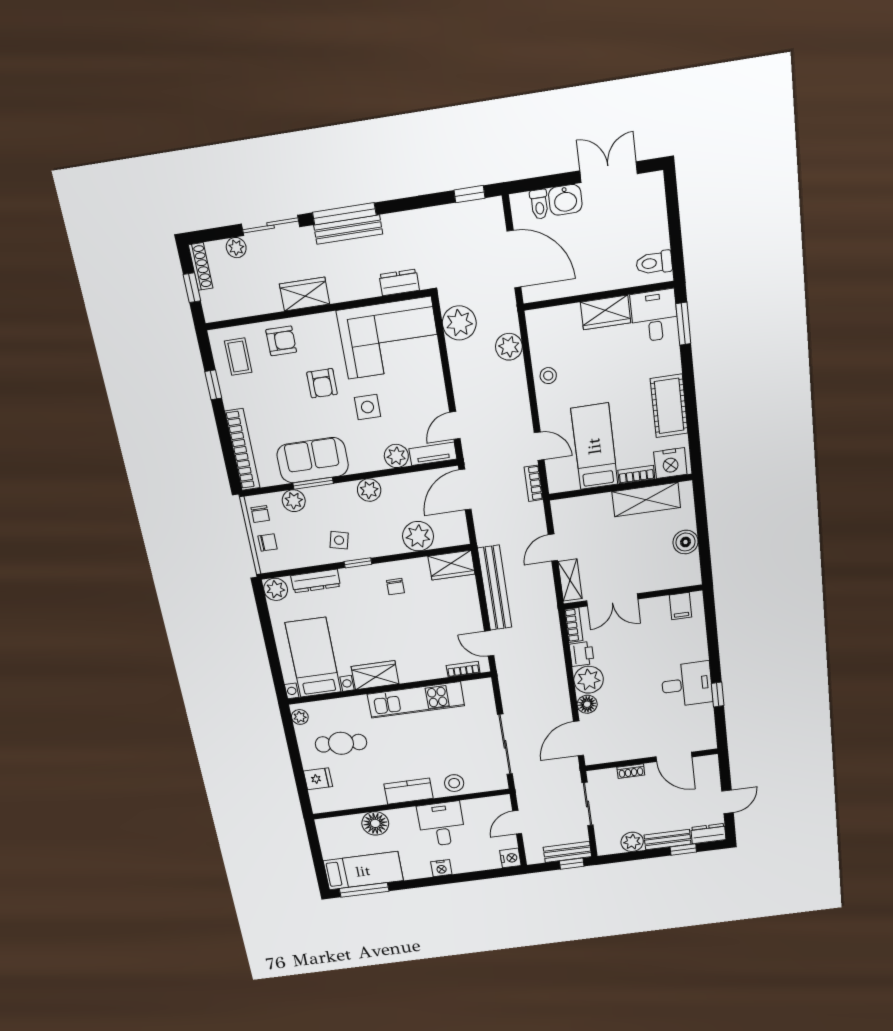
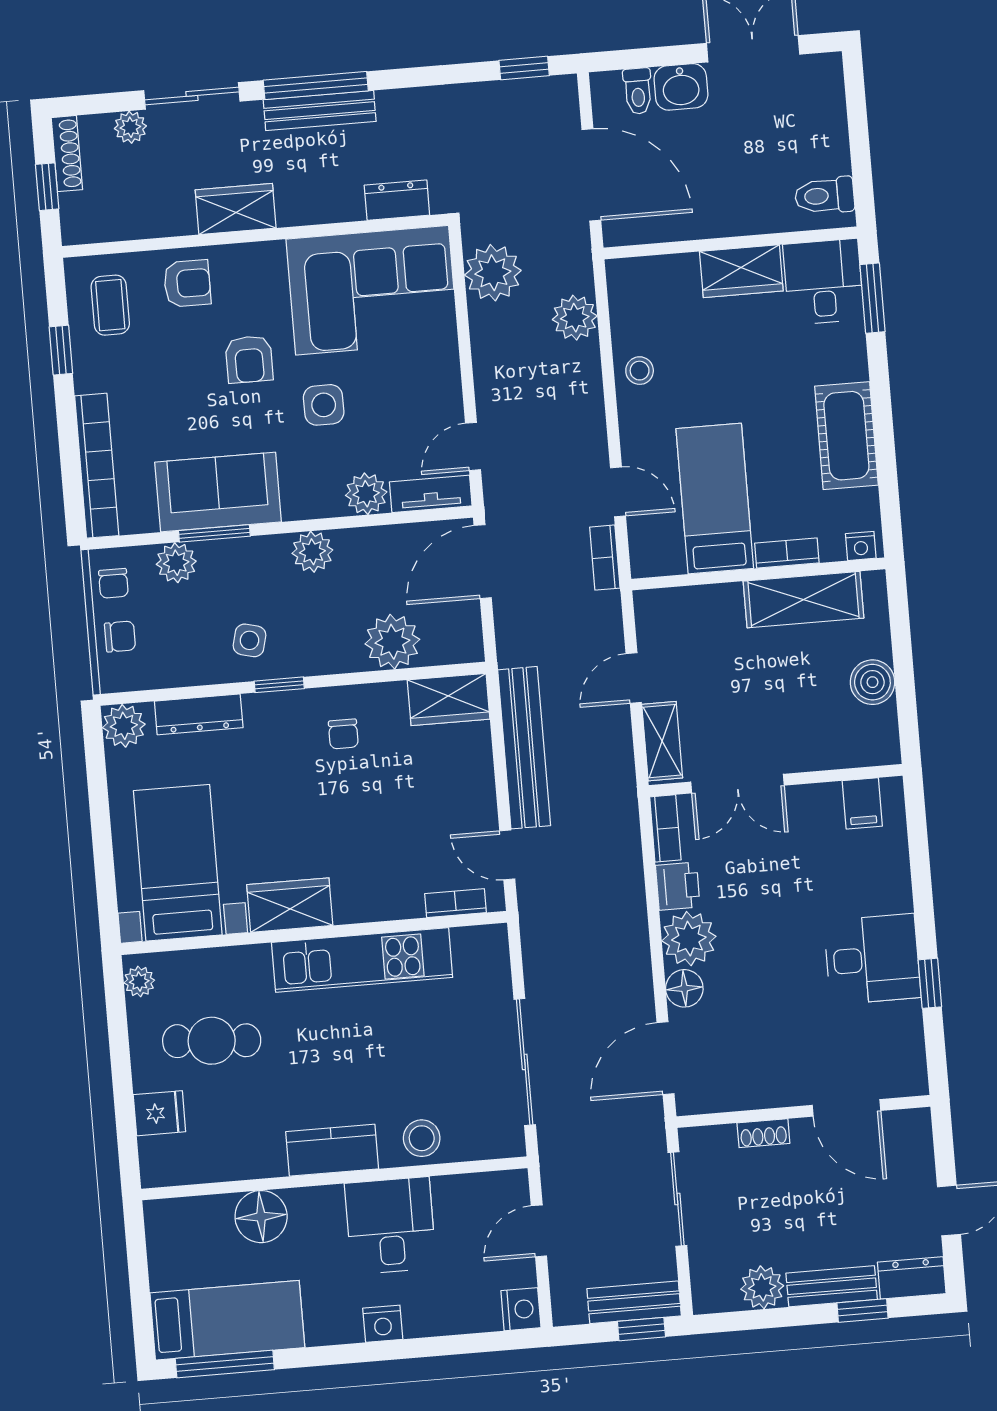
nightstand: (670, 463) -> (861, 546), width x0.53, depth x0.56

